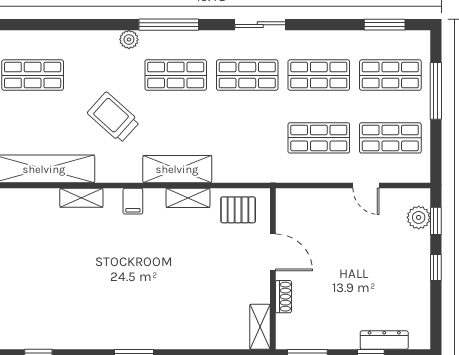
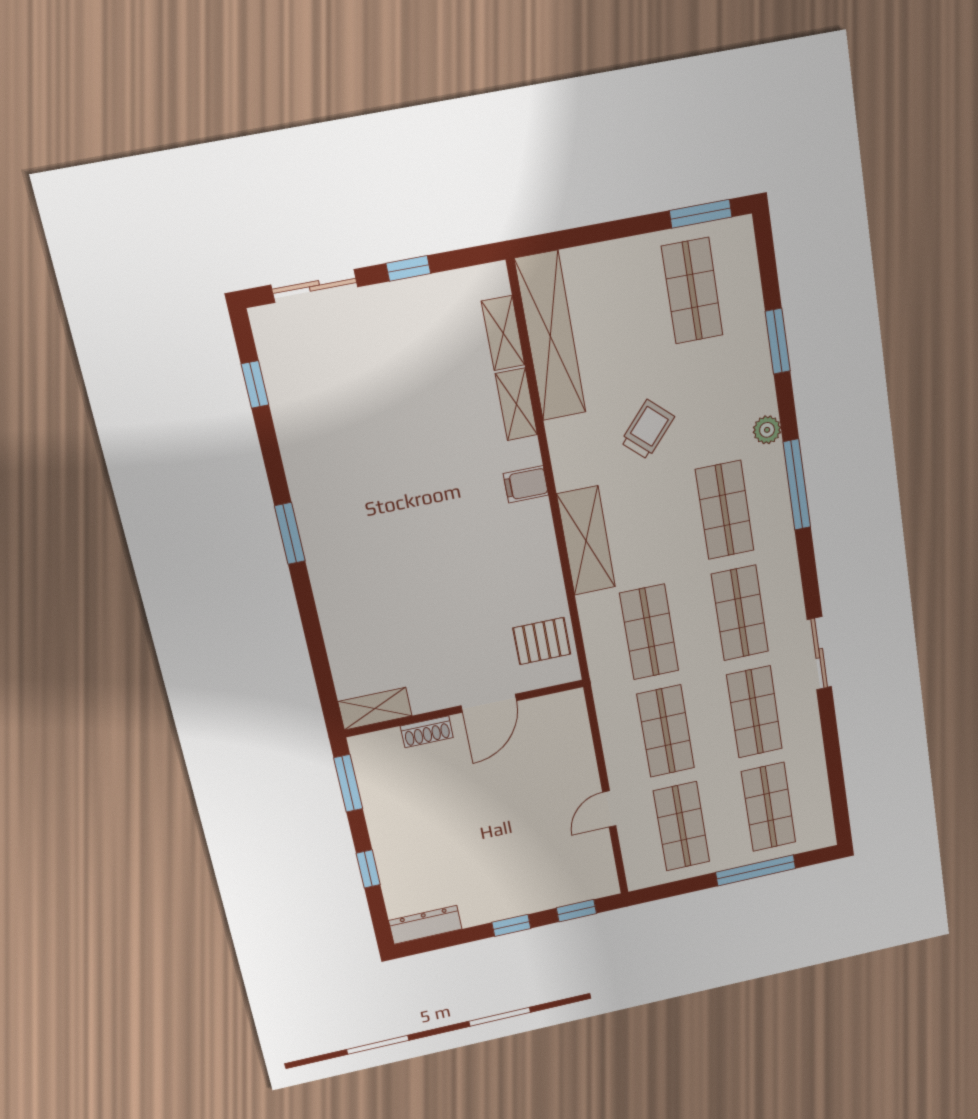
sliding door: (260, 25) -> (819, 653), moved
window: (385, 25) -> (778, 341), moved
trolley: (113, 117) -> (648, 429), width x0.73, depth x0.72
shop shelf: (247, 138) -> (649, 632), added
shelving: (188, 198) -> (503, 333), moved
pallet: (238, 210) -> (542, 641), turned 90
plant: (419, 217) -> (577, 888), removed
dresser: (384, 340) -> (425, 925), moved, turned -90

